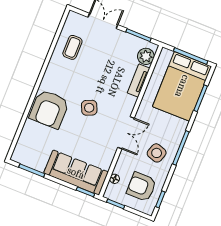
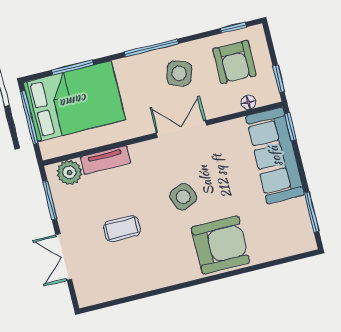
coffee table: (72, 47) -> (122, 229), moved

